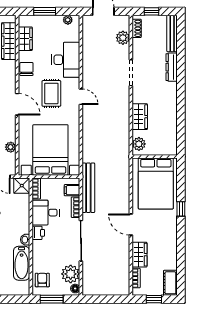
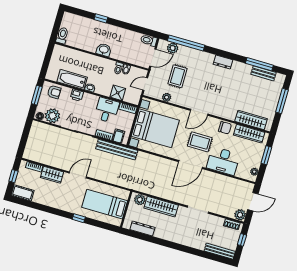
plant: (123, 38) -> (240, 215), moved
wardrobe: (25, 39) -> (249, 134), width x1.50
dresser: (172, 67) -> (142, 228), moved
door: (81, 97) -> (190, 165), width x1.87
wardrobe: (140, 117) -> (161, 207), width x1.50
bed: (156, 183) -> (105, 204), width x0.67
shower: (22, 186) -> (118, 93), moved
printer: (38, 233) -> (77, 95), moved

